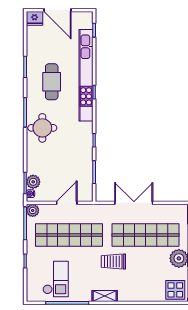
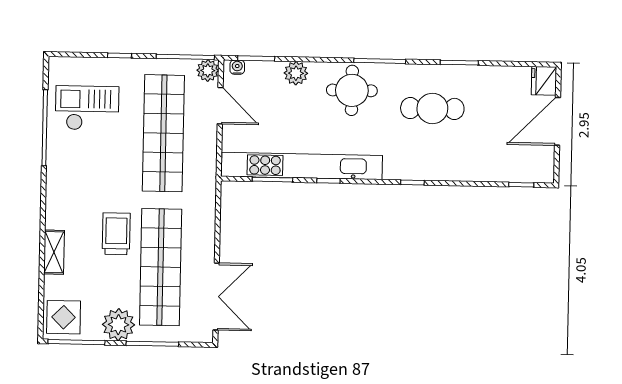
kitchen unit: (86, 75) -> (302, 166), moved
plant: (33, 182) -> (296, 73), moved
door: (67, 203) -> (220, 106), moved
double door: (134, 203) -> (216, 297), moved
trolley: (113, 261) -> (116, 234), moved
checkout: (56, 279) -> (87, 108), turned 180
shelving: (105, 296) -> (54, 252), moved

